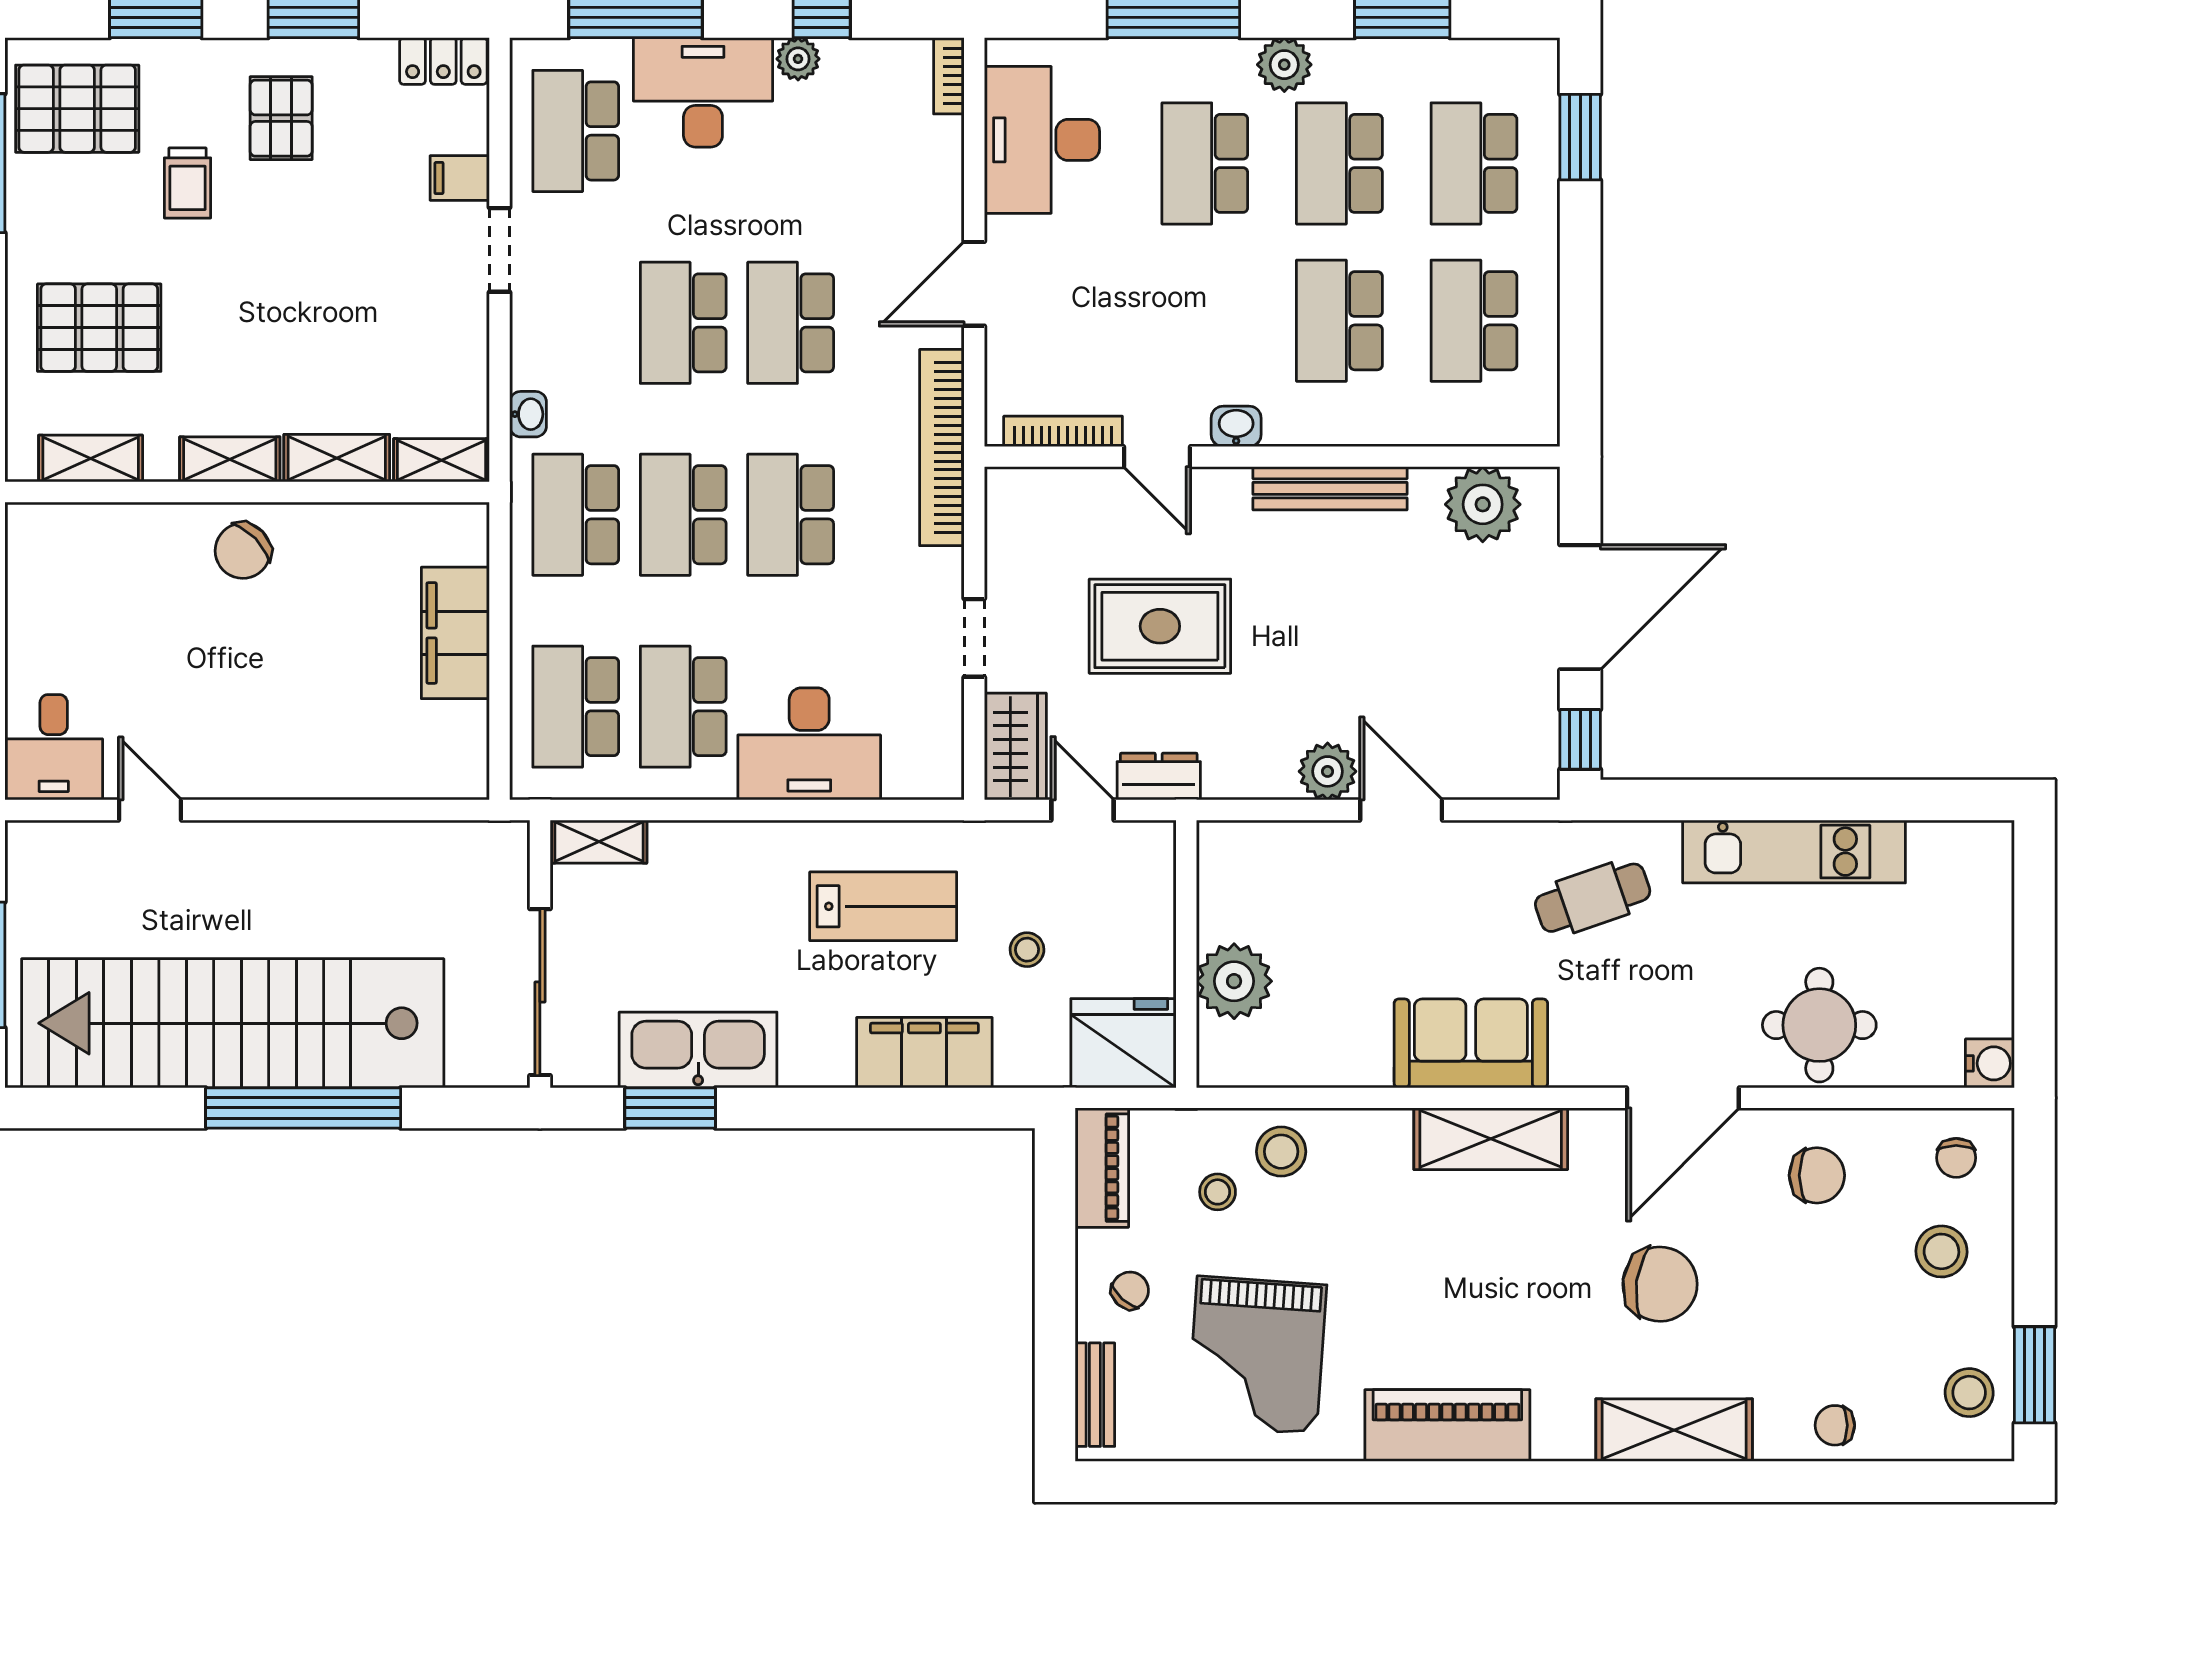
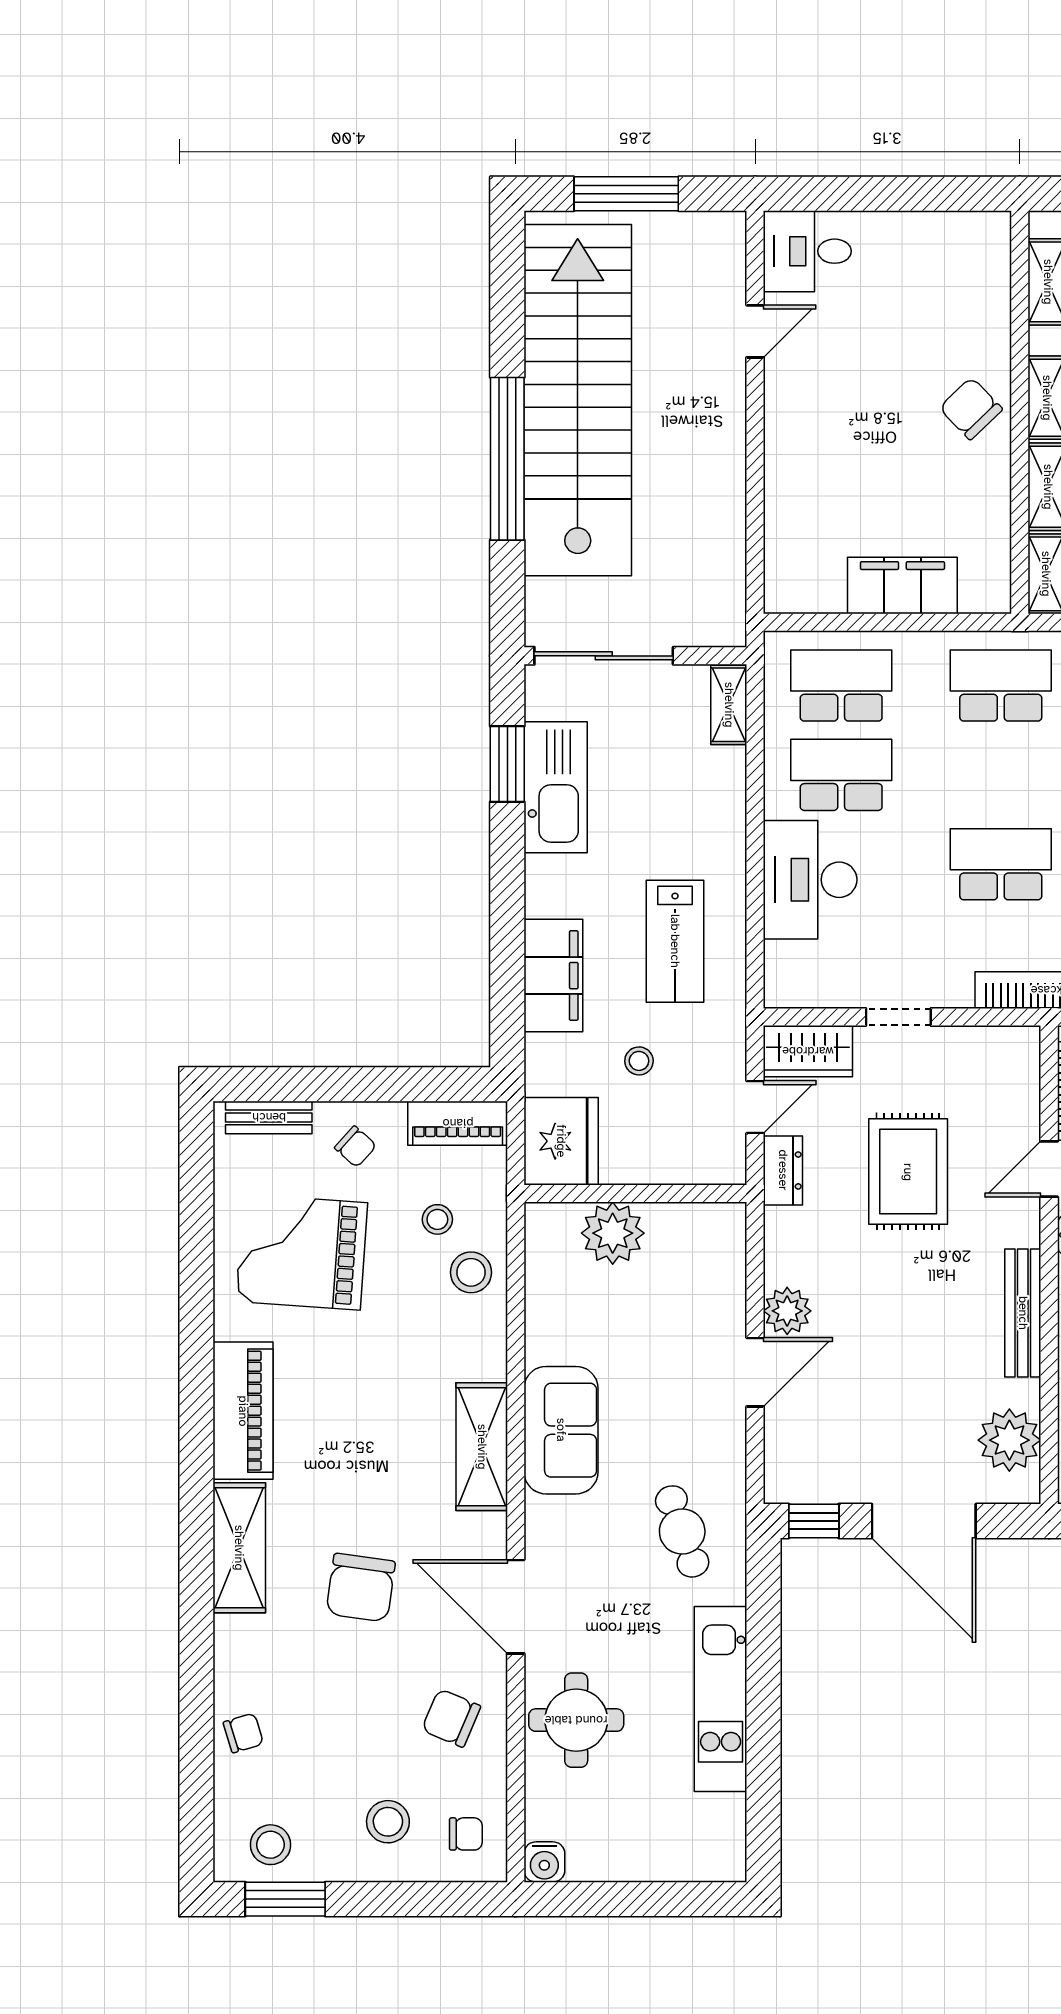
school desk: (683, 515) -> (1001, 775), removed
chair: (1956, 1158) -> (466, 1834), turned 180
chair: (1817, 1175) -> (451, 1718), turned 113
chair: (1835, 1425) -> (243, 1733), turned 73
shelving: (1674, 1430) -> (239, 1548), moved

